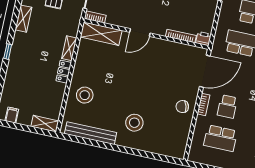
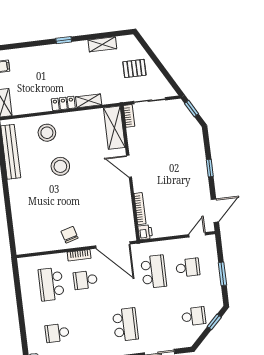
stool: (134, 123) -> (60, 166), moved

